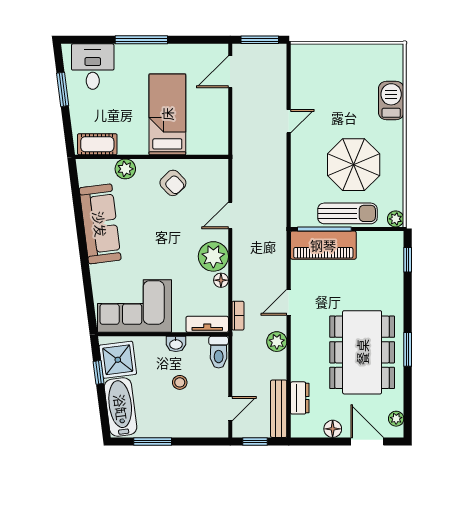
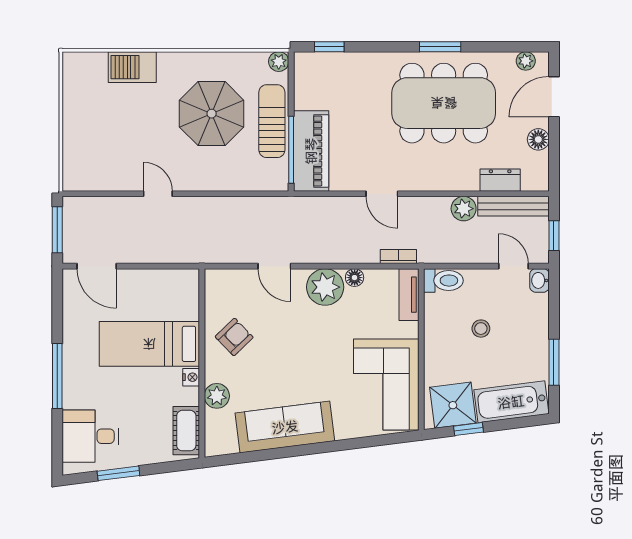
nightstand: (140, 148) -> (191, 377), added
plant: (277, 342) -> (464, 209), moved
washbasin: (176, 344) -> (540, 280), moved, turned 180

